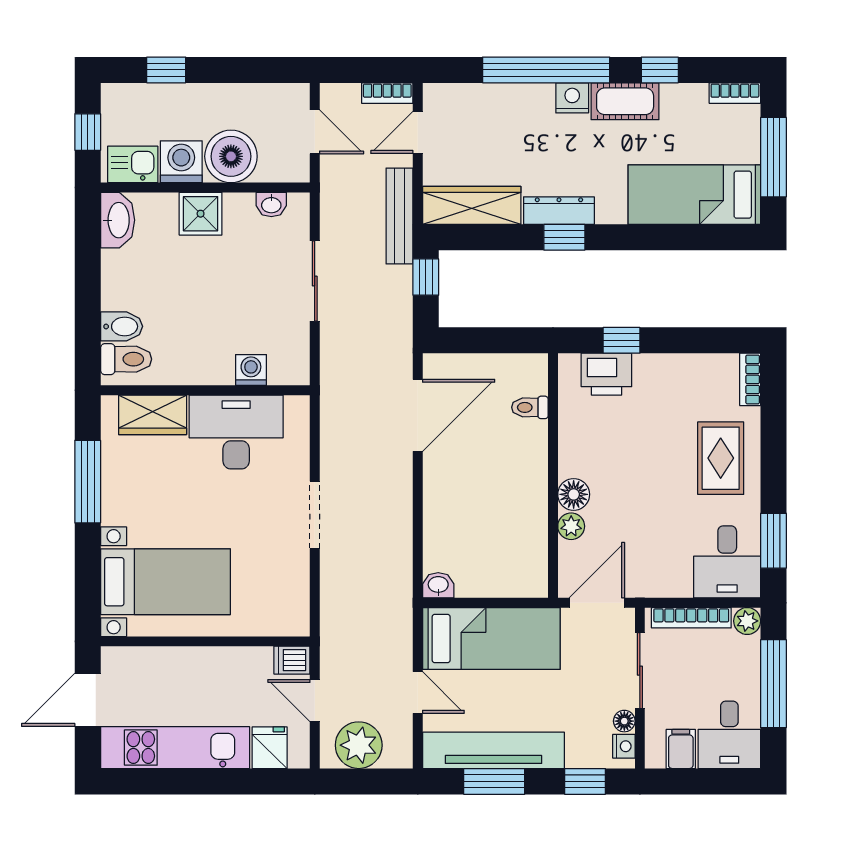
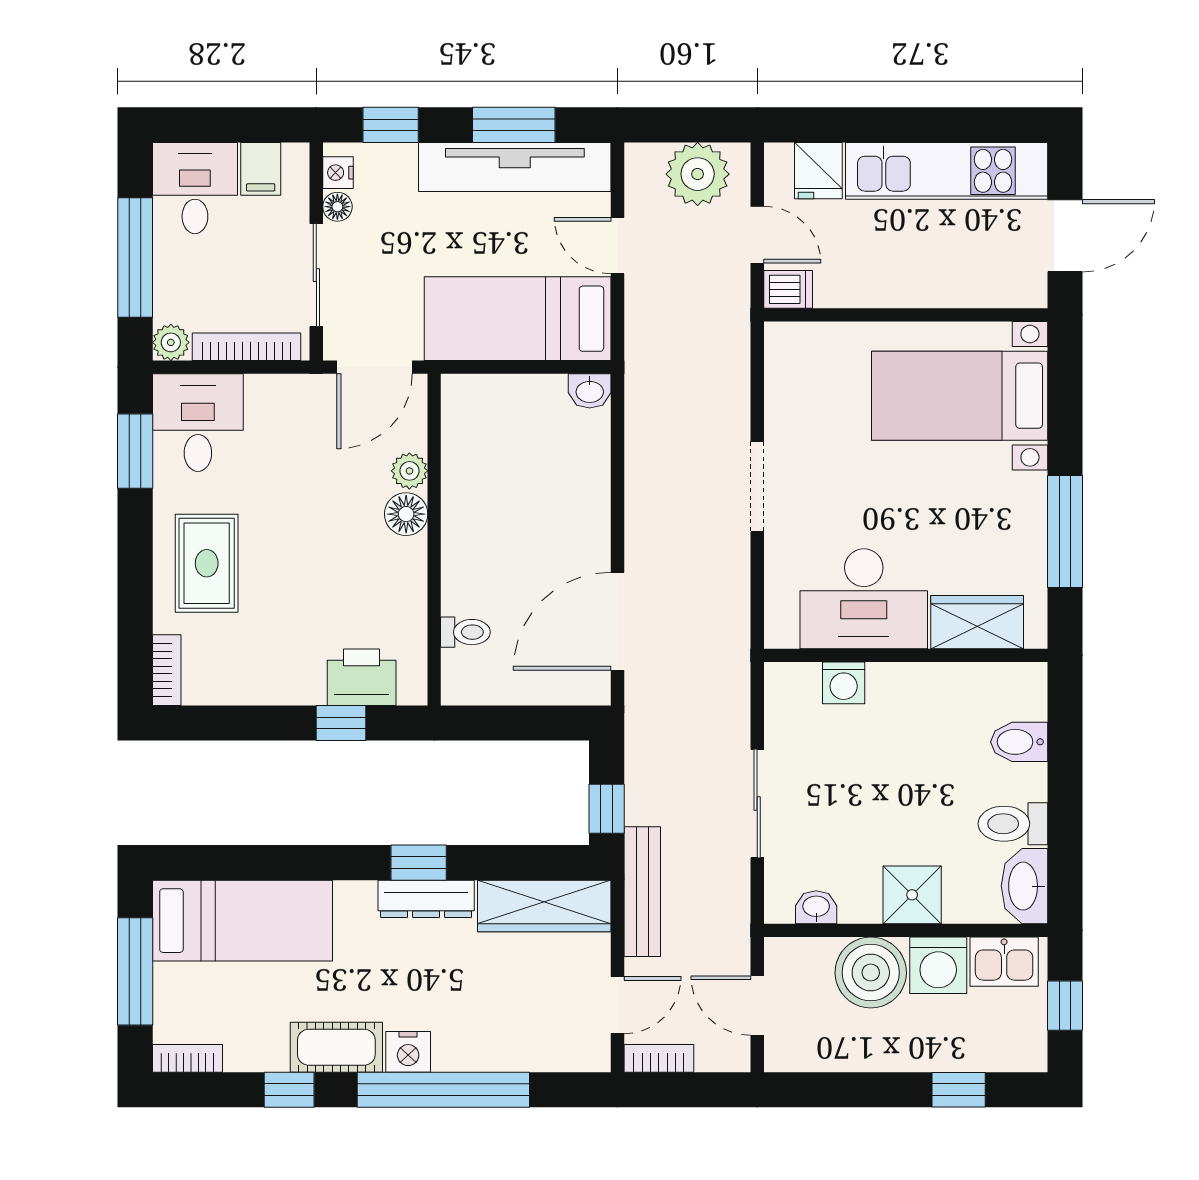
toilet: (126, 359) -> (1013, 824), moved

